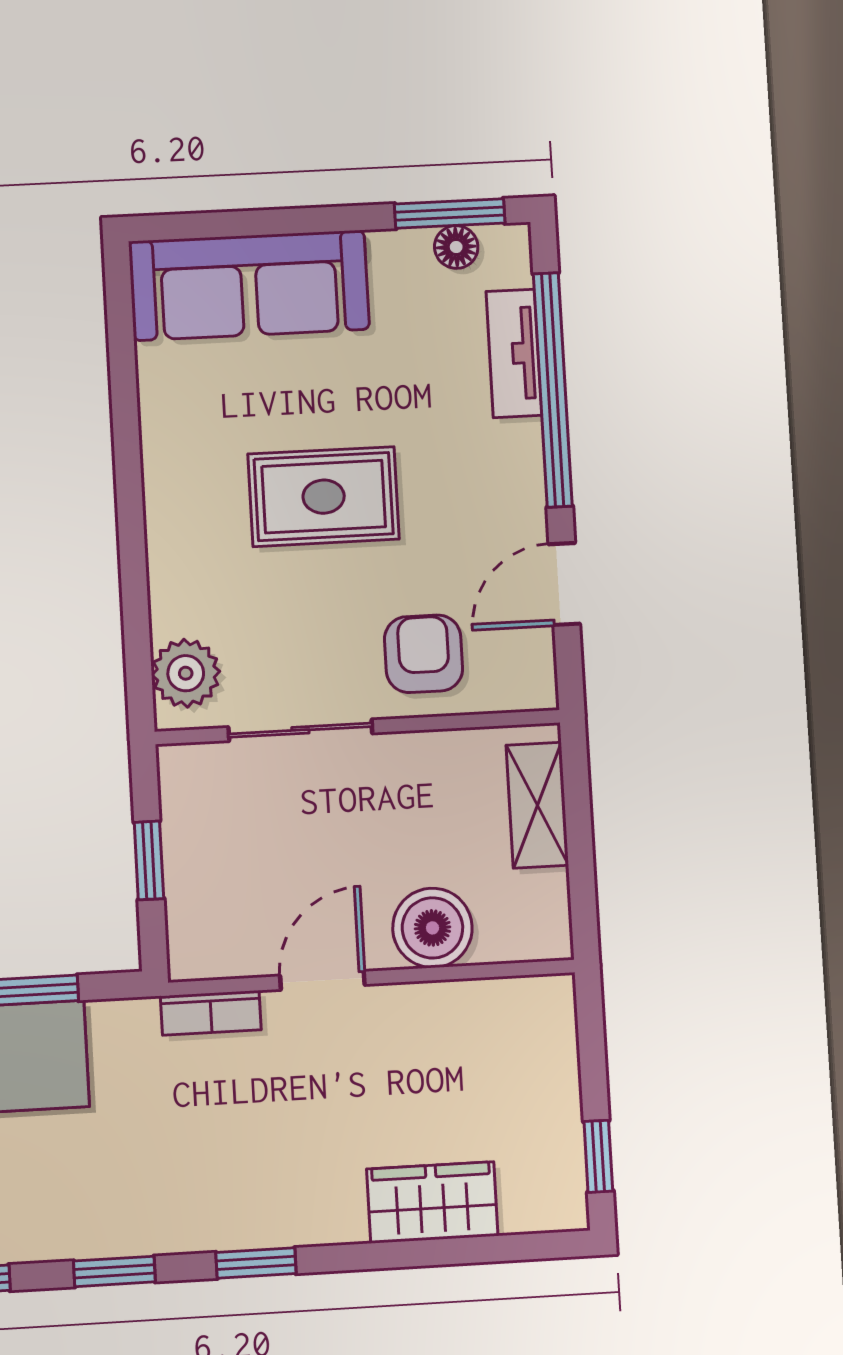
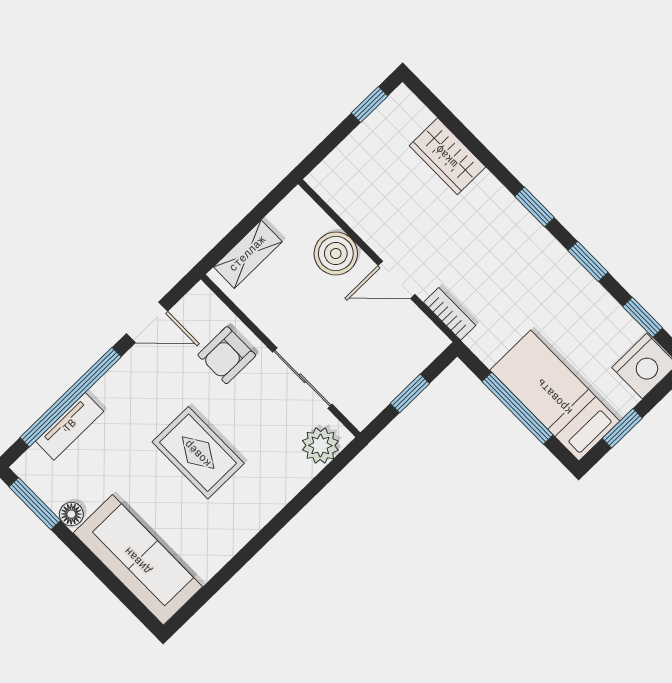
floor lamp: (456, 247) -> (71, 514), moved

